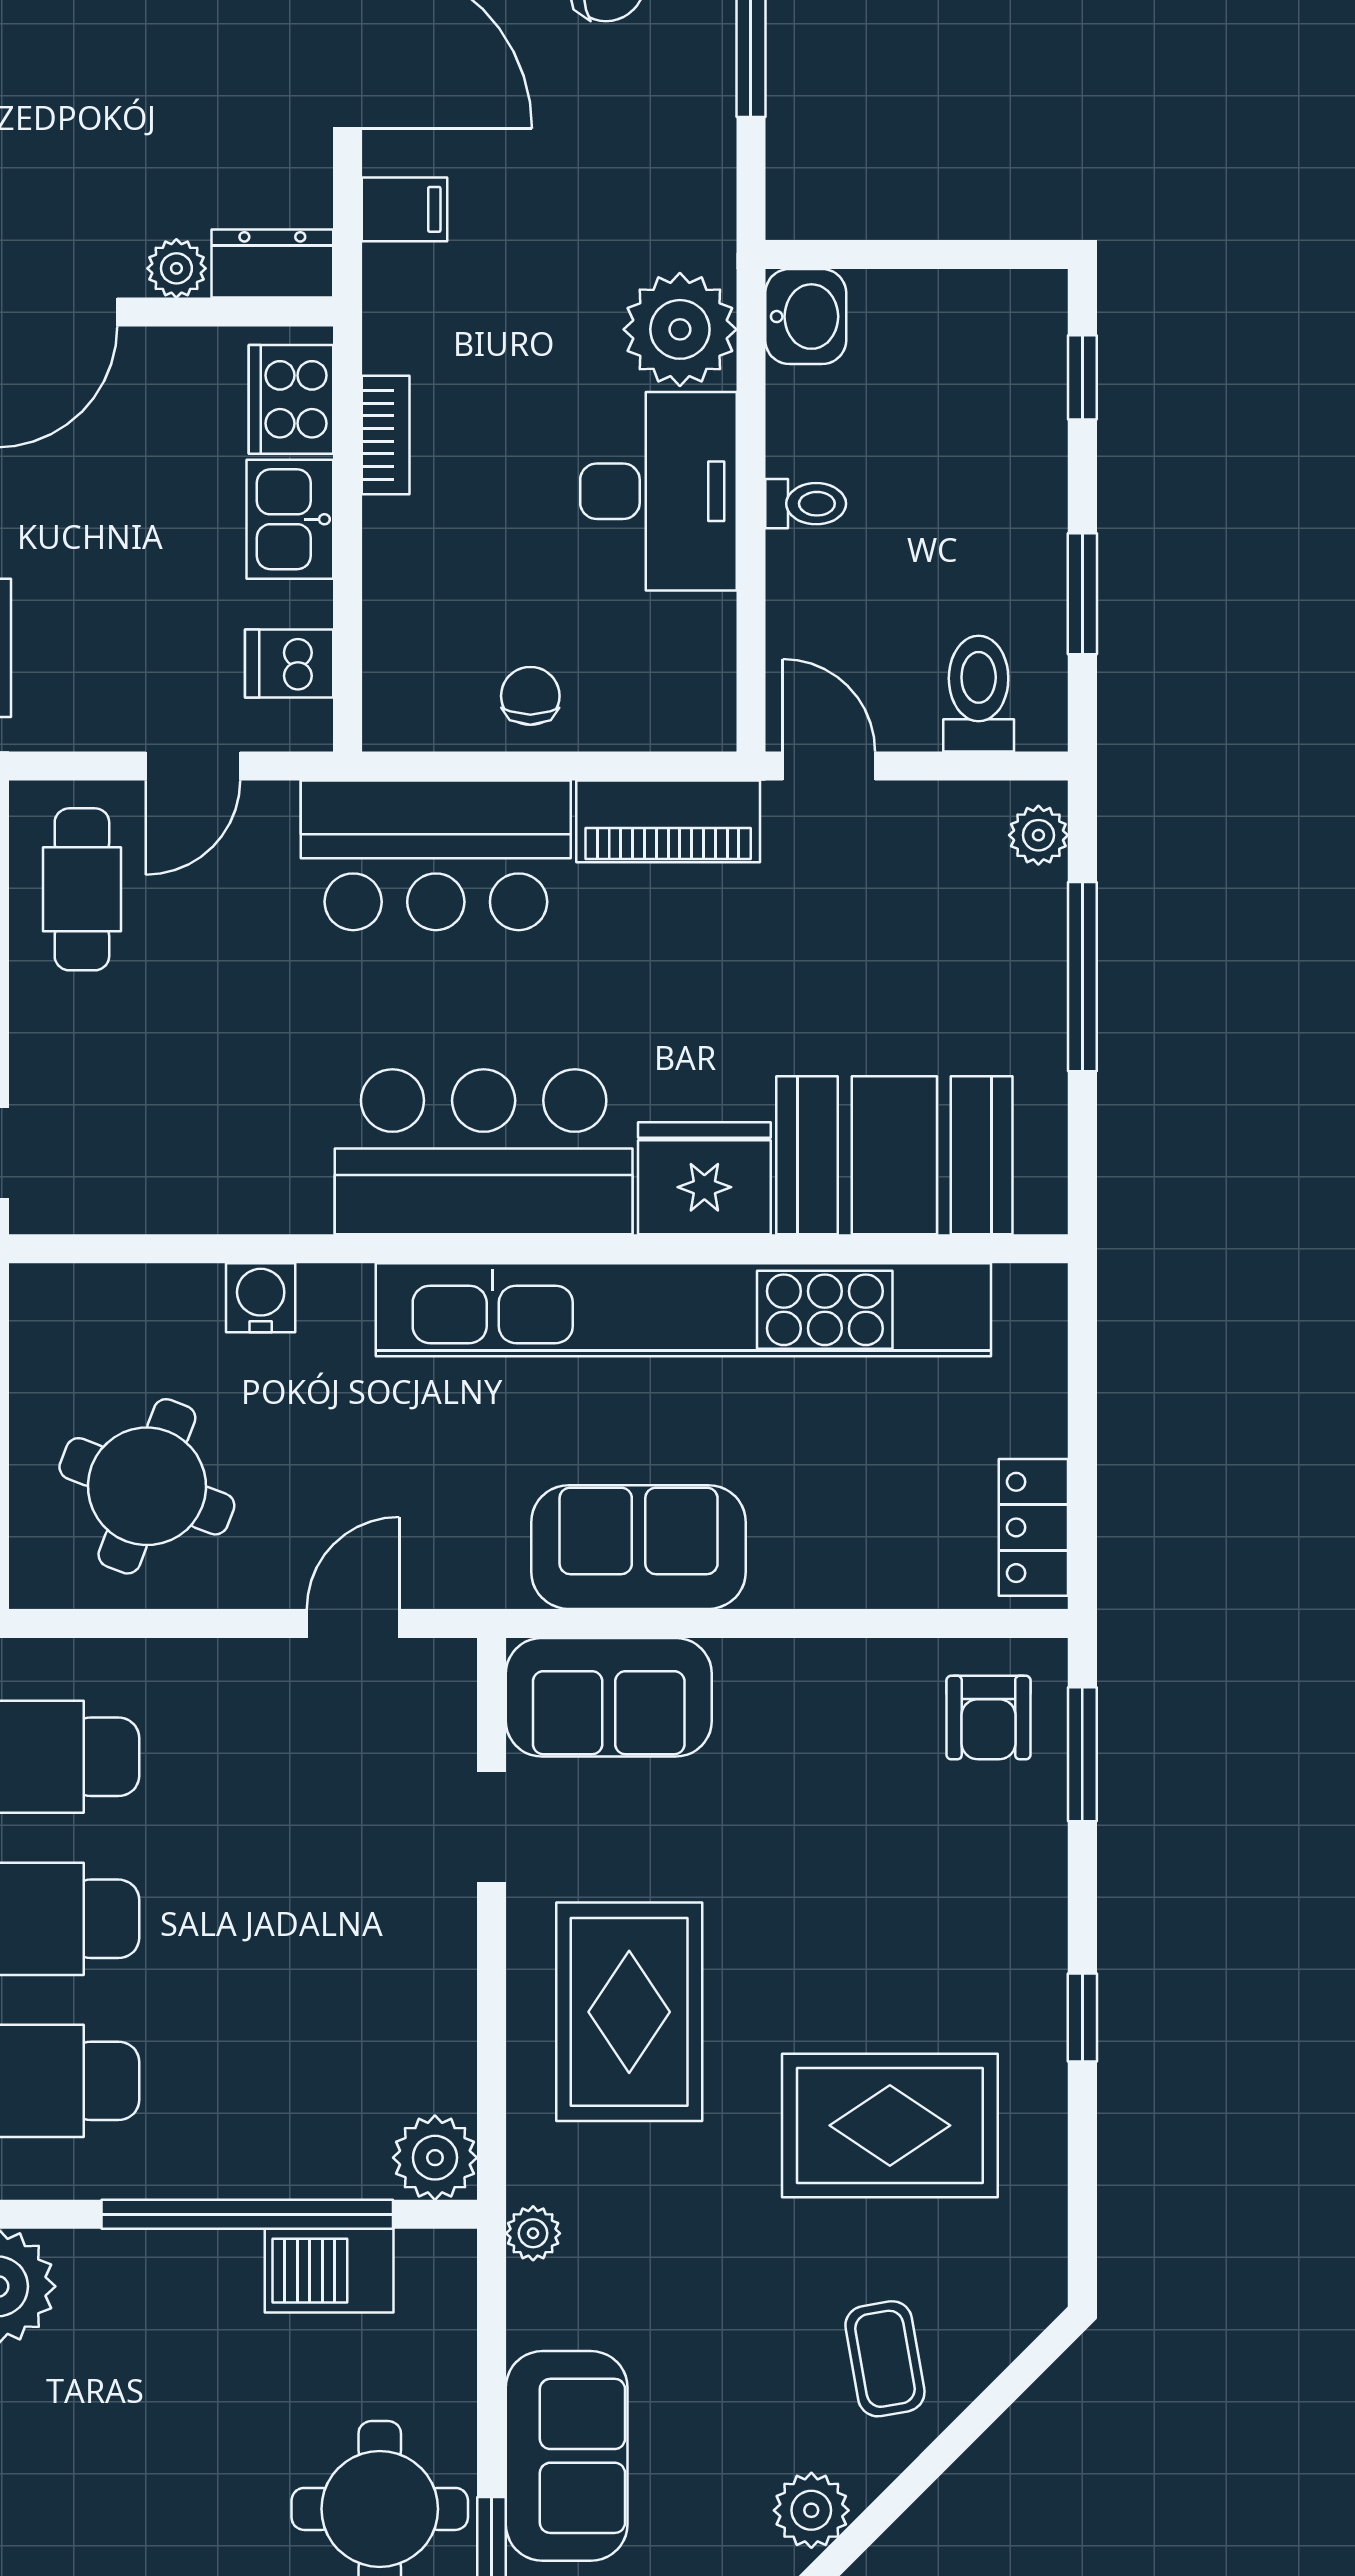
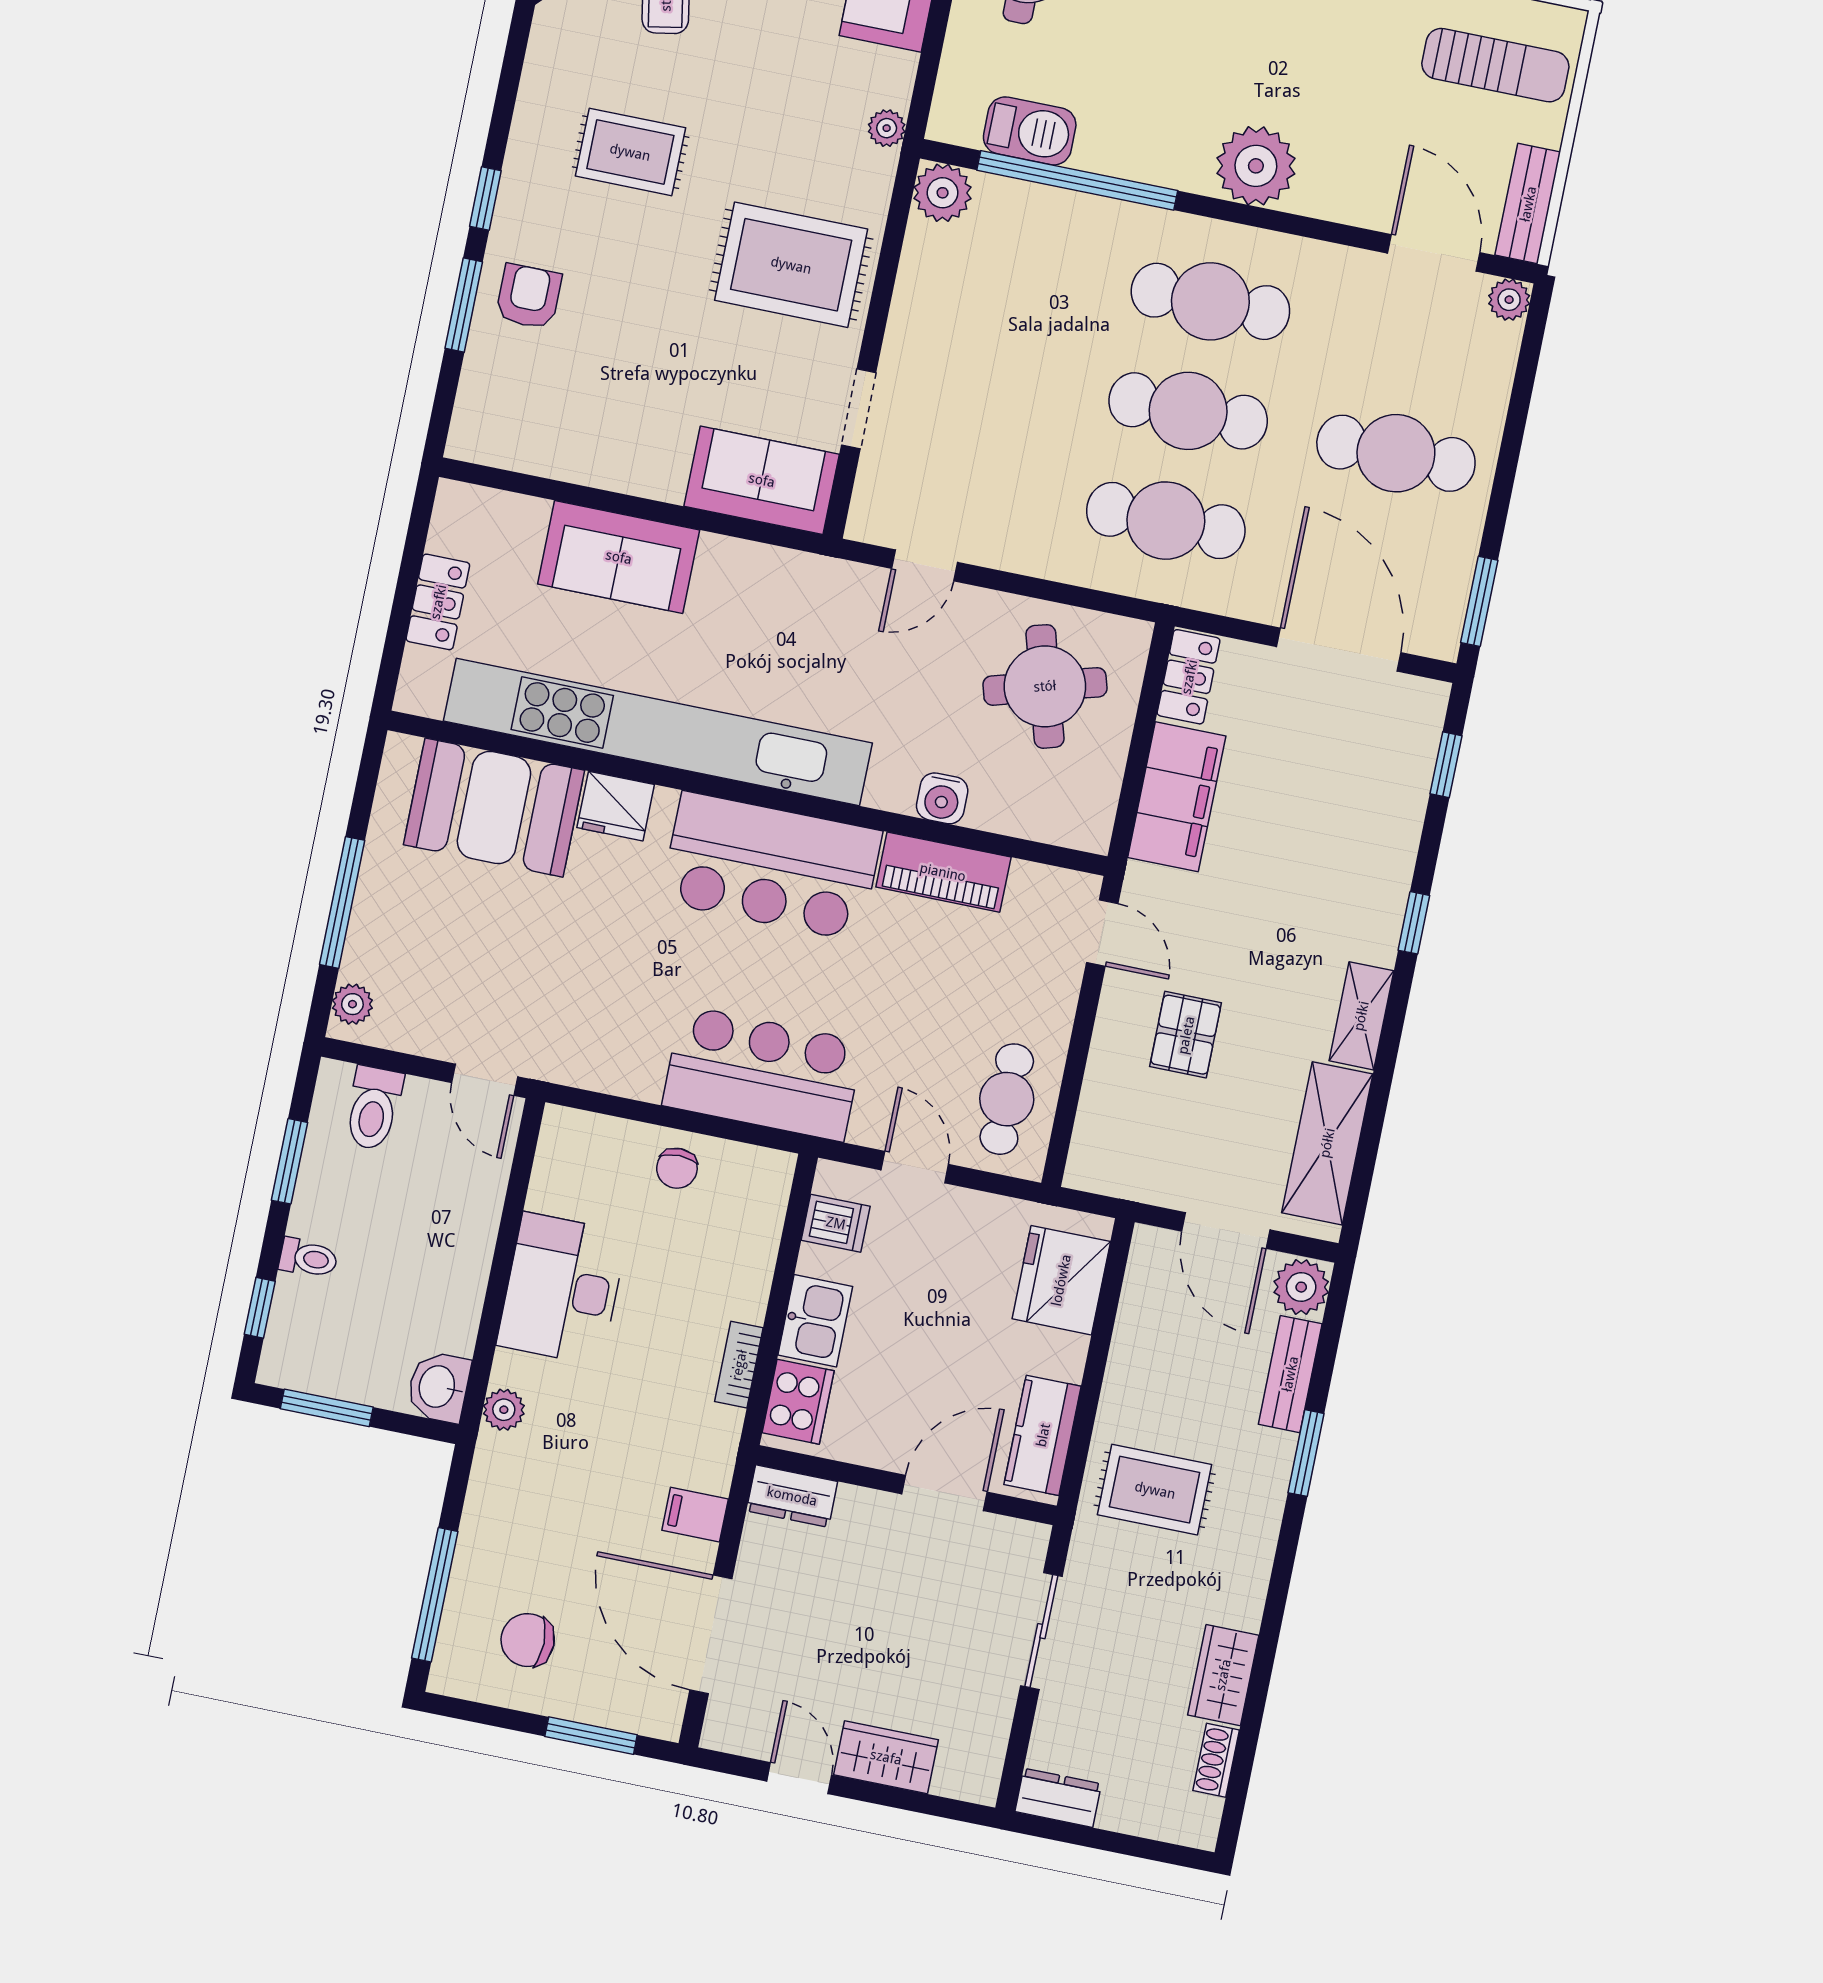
window: (958, 254) -> (327, 1408), added
plant: (176, 268) -> (857, 1506), removed
plant: (680, 329) -> (504, 1410), width x0.53, depth x0.53
toilet: (806, 504) -> (308, 1258), moved, turned 180
door: (193, 766) -> (915, 1167), hinge flipped
piano: (668, 821) -> (943, 872), moved, turned 180
fridge: (704, 1178) -> (616, 806), width x0.73, depth x0.75
round table: (147, 1486) -> (1045, 686), turned -37
locker: (1033, 1527) -> (438, 602), moved
sofa: (639, 1547) -> (619, 557), moved
armchair: (988, 1718) -> (529, 296), moved
window: (1082, 1754) -> (464, 305), moved
rug: (629, 2012) -> (791, 265), turned 90
rug: (890, 2125) -> (630, 152), width x0.73, depth x0.70

